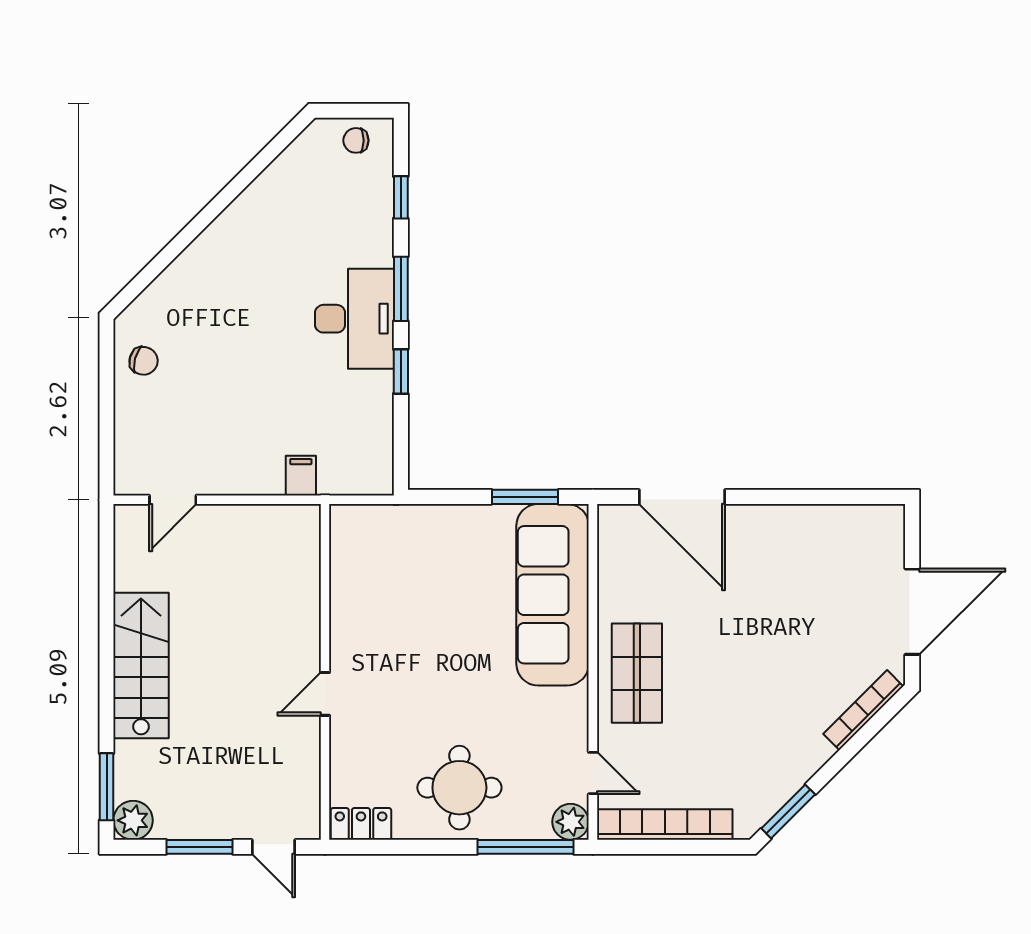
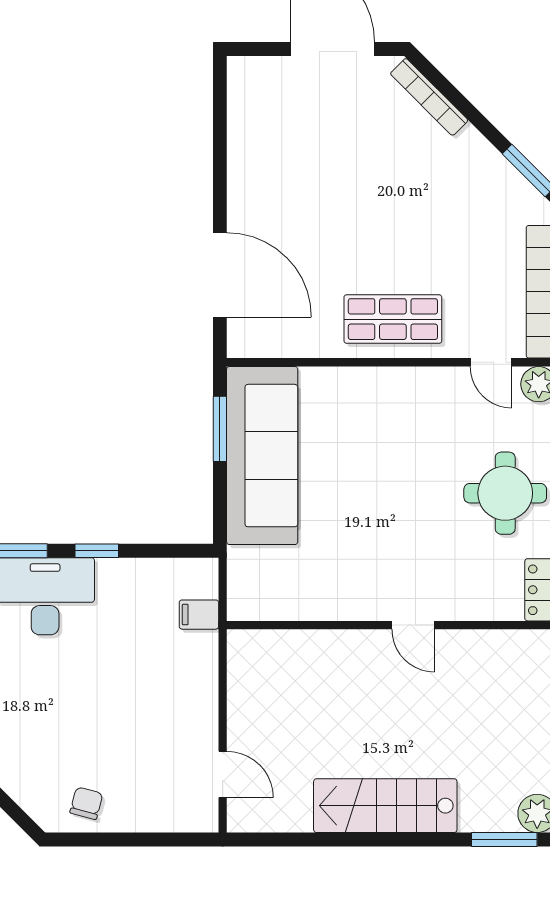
filing cabinet: (301, 476) -> (199, 615), moved
door: (682, 497) -> (220, 275), hinge flipped
sofa: (553, 595) -> (262, 456), moved, turned -90
door: (593, 773) -> (491, 362), swing flipped

